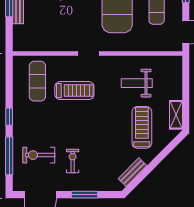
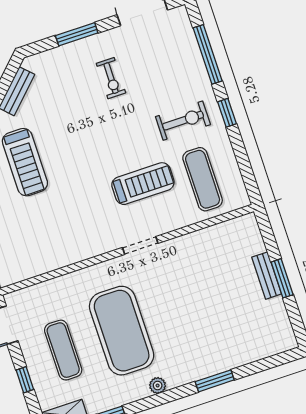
weight bench: (137, 83) -> (54, 225), removed
treadmill: (74, 91) -> (143, 184), turned 180
exercise bike: (39, 155) -> (183, 121), moved

